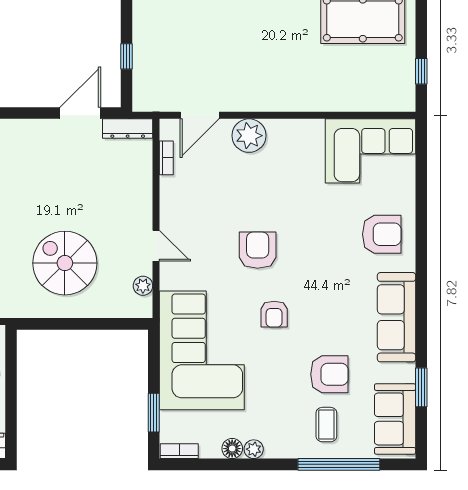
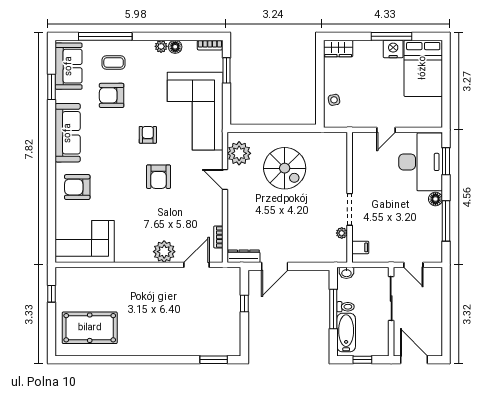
plant: (143, 286) -> (239, 153), width x1.88, depth x1.88
coffee table: (326, 425) -> (114, 63), turned 90

